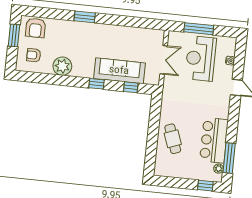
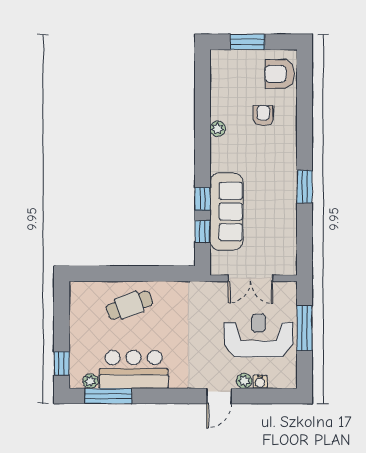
window: (85, 17) -> (304, 187), moved
window: (14, 35) -> (247, 42), moved
armchair: (34, 55) -> (263, 116), moved
plant: (62, 66) -> (218, 129), width x0.53, depth x0.53
plant: (229, 71) -> (244, 381), added
window: (97, 84) -> (203, 199), moved

